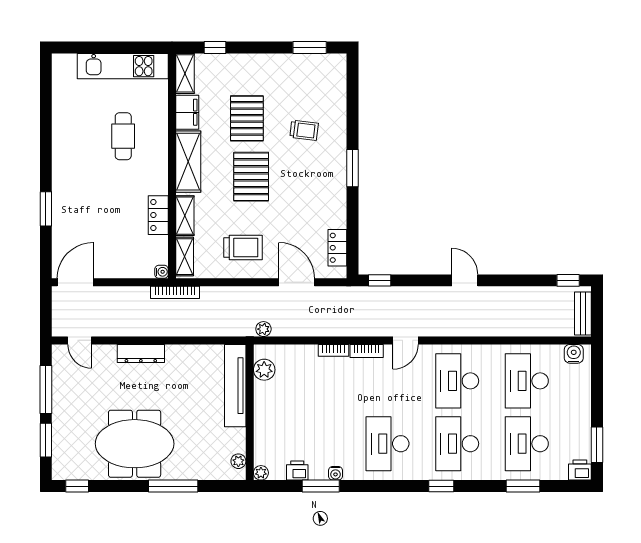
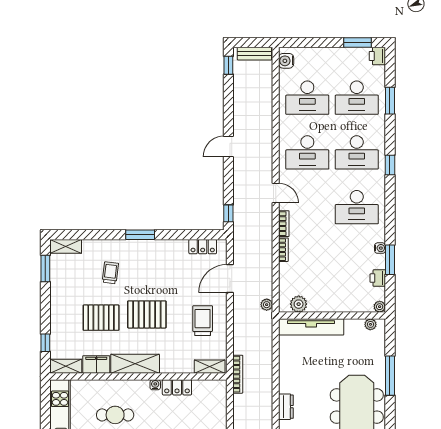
shelving: (185, 216) -> (66, 246), moved
water cooler: (162, 272) -> (155, 385), moved
dresser: (141, 354) -> (286, 407), width x0.70

